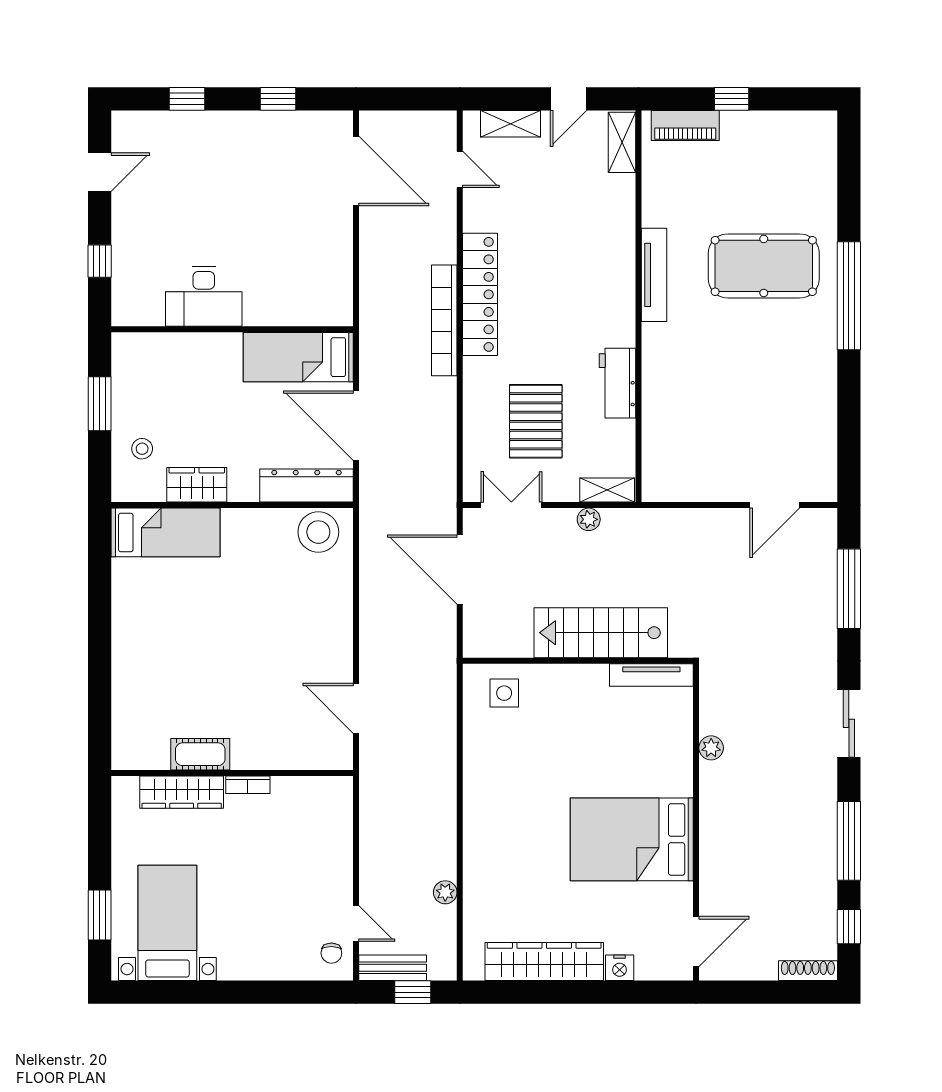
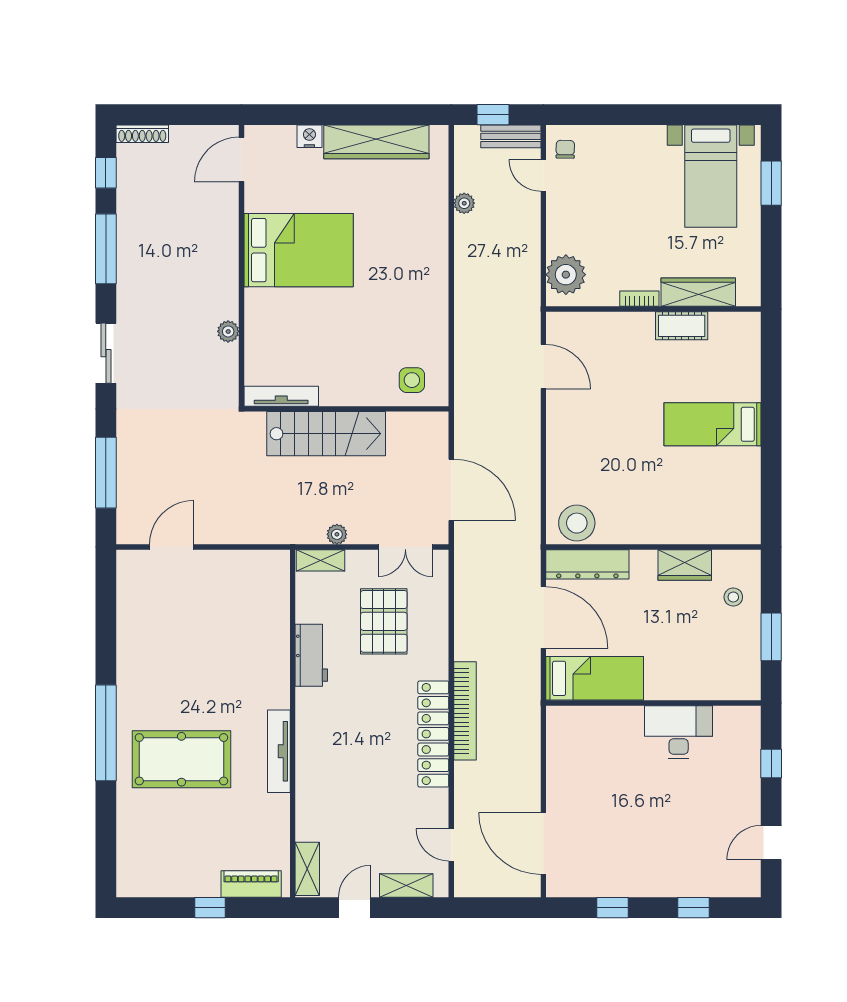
bed: (166, 532) -> (712, 424), moved
plant: (331, 812) -> (566, 275), added

